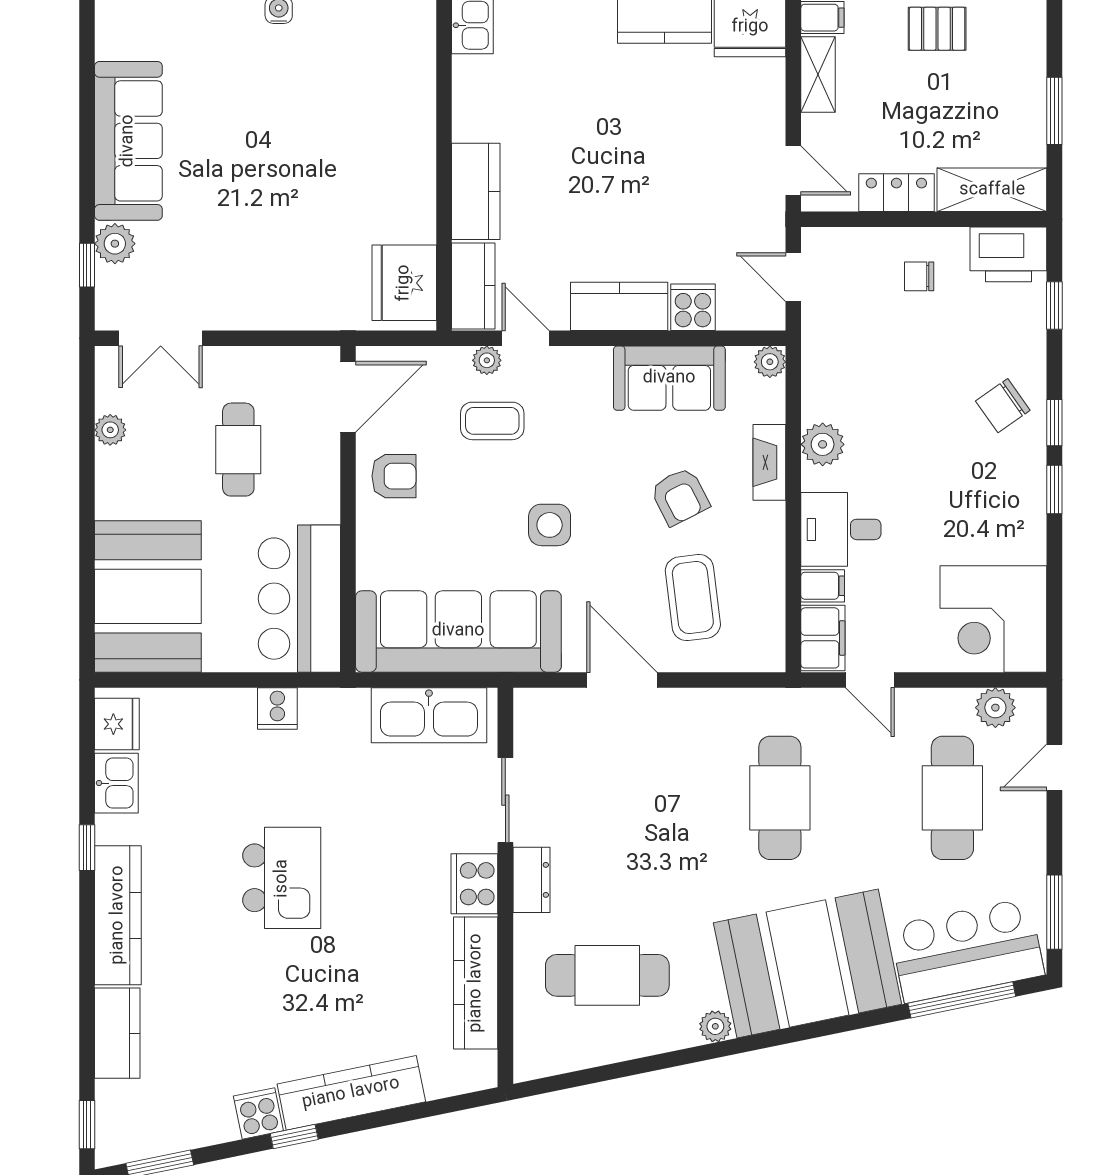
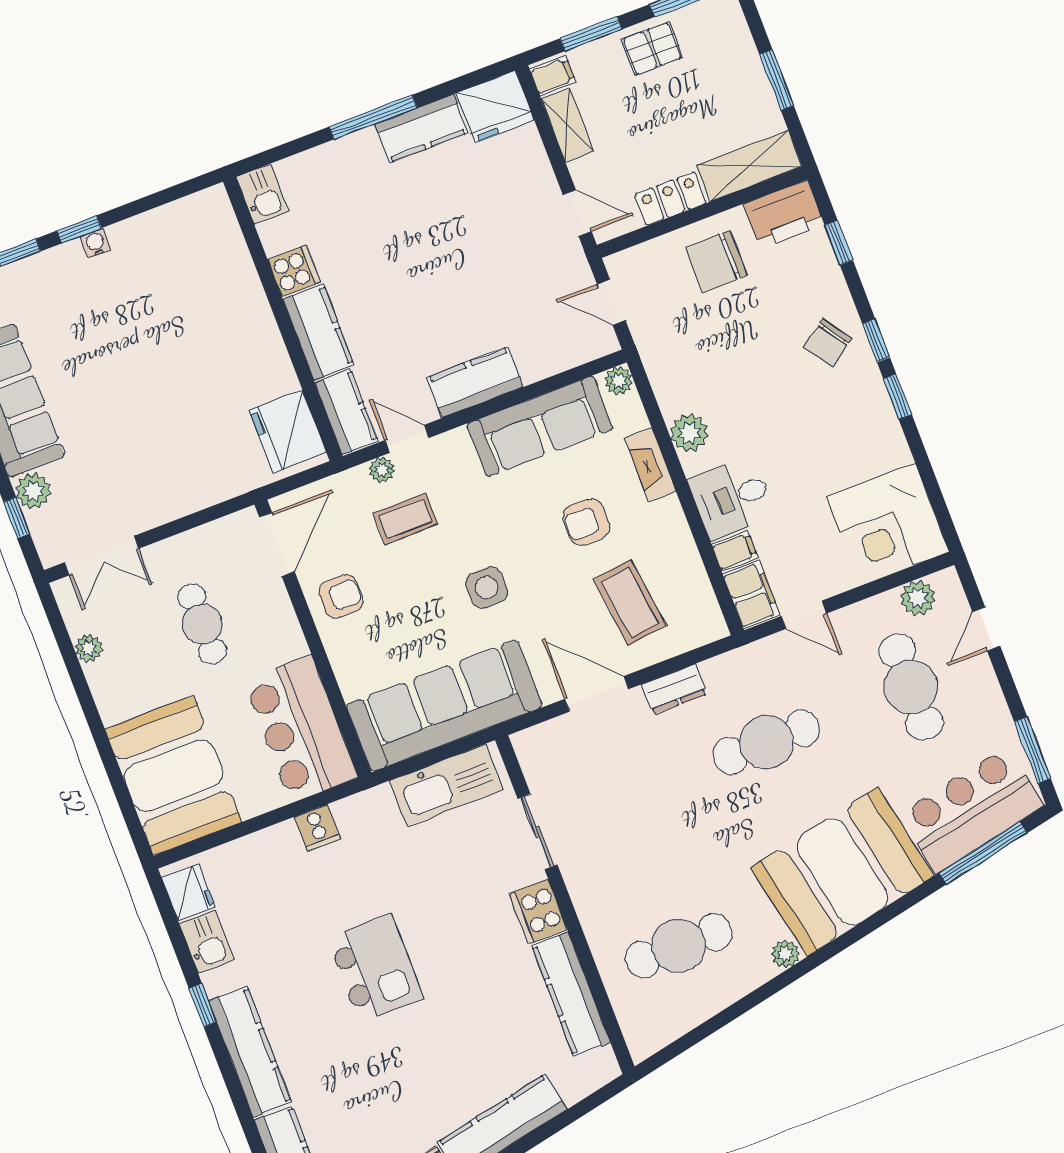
chair: (919, 276) -> (716, 261), width x1.87, depth x1.87
cooker: (693, 307) -> (294, 271), moved, turned 90
sofa: (669, 378) -> (540, 426), width x1.36
armchair: (680, 496) -> (586, 522), turned 117
cafe table: (780, 798) -> (766, 742), turned 90
dresser: (531, 880) -> (674, 689), moved, turned 90

